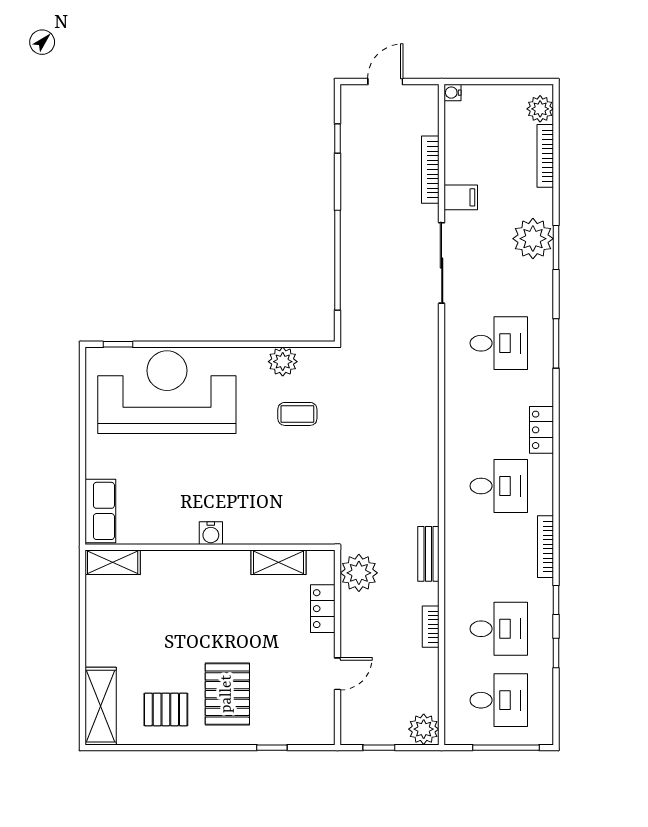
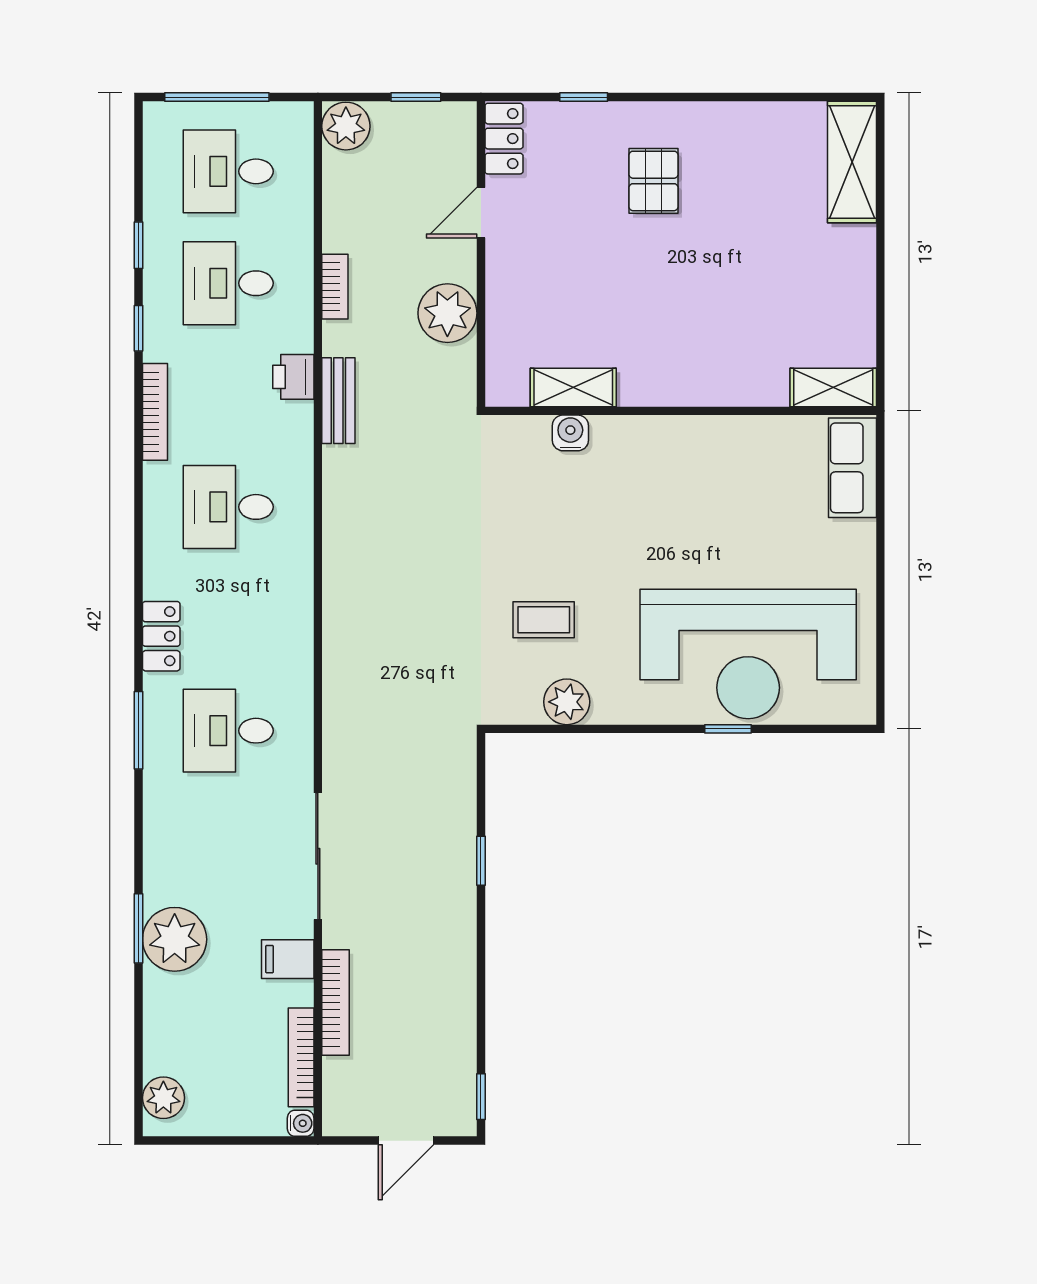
window: (337, 139) -> (481, 1097), moved
bookcase: (545, 156) -> (301, 1057), moved, turned 180
plant: (533, 239) -> (175, 939), moved
window: (556, 247) -> (139, 928), moved
window: (337, 260) -> (481, 861), width x0.32
window: (118, 344) -> (728, 729), moved
locker: (542, 430) -> (161, 636), moved
water cooler: (211, 533) -> (570, 433), moved
printer: (457, 569) -> (293, 377), added
plant: (359, 573) -> (447, 313), moved
locker: (323, 609) -> (504, 139), moved
pallet: (227, 694) -> (654, 181), width x0.67, depth x0.71
pallet: (166, 709) -> (750, 157), removed

